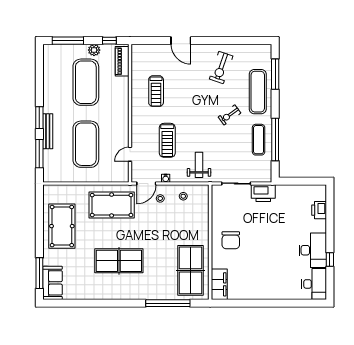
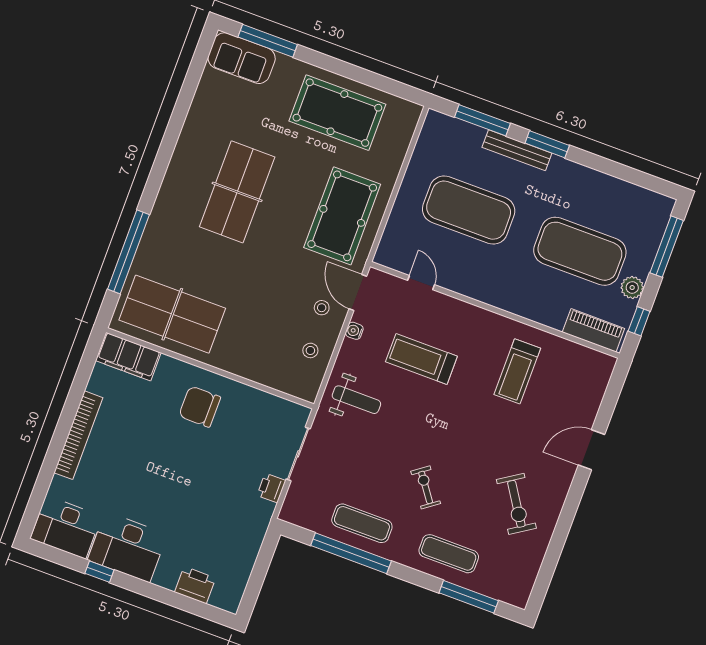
exercise bike: (221, 68) -> (516, 504), turned -142
treadmill: (156, 91) -> (517, 371), turned -90
exercise mat: (258, 92) -> (449, 554), width x0.73, depth x0.69
printer: (263, 193) -> (271, 488), width x0.53, depth x0.68
bookcase: (267, 294) -> (78, 435), added

